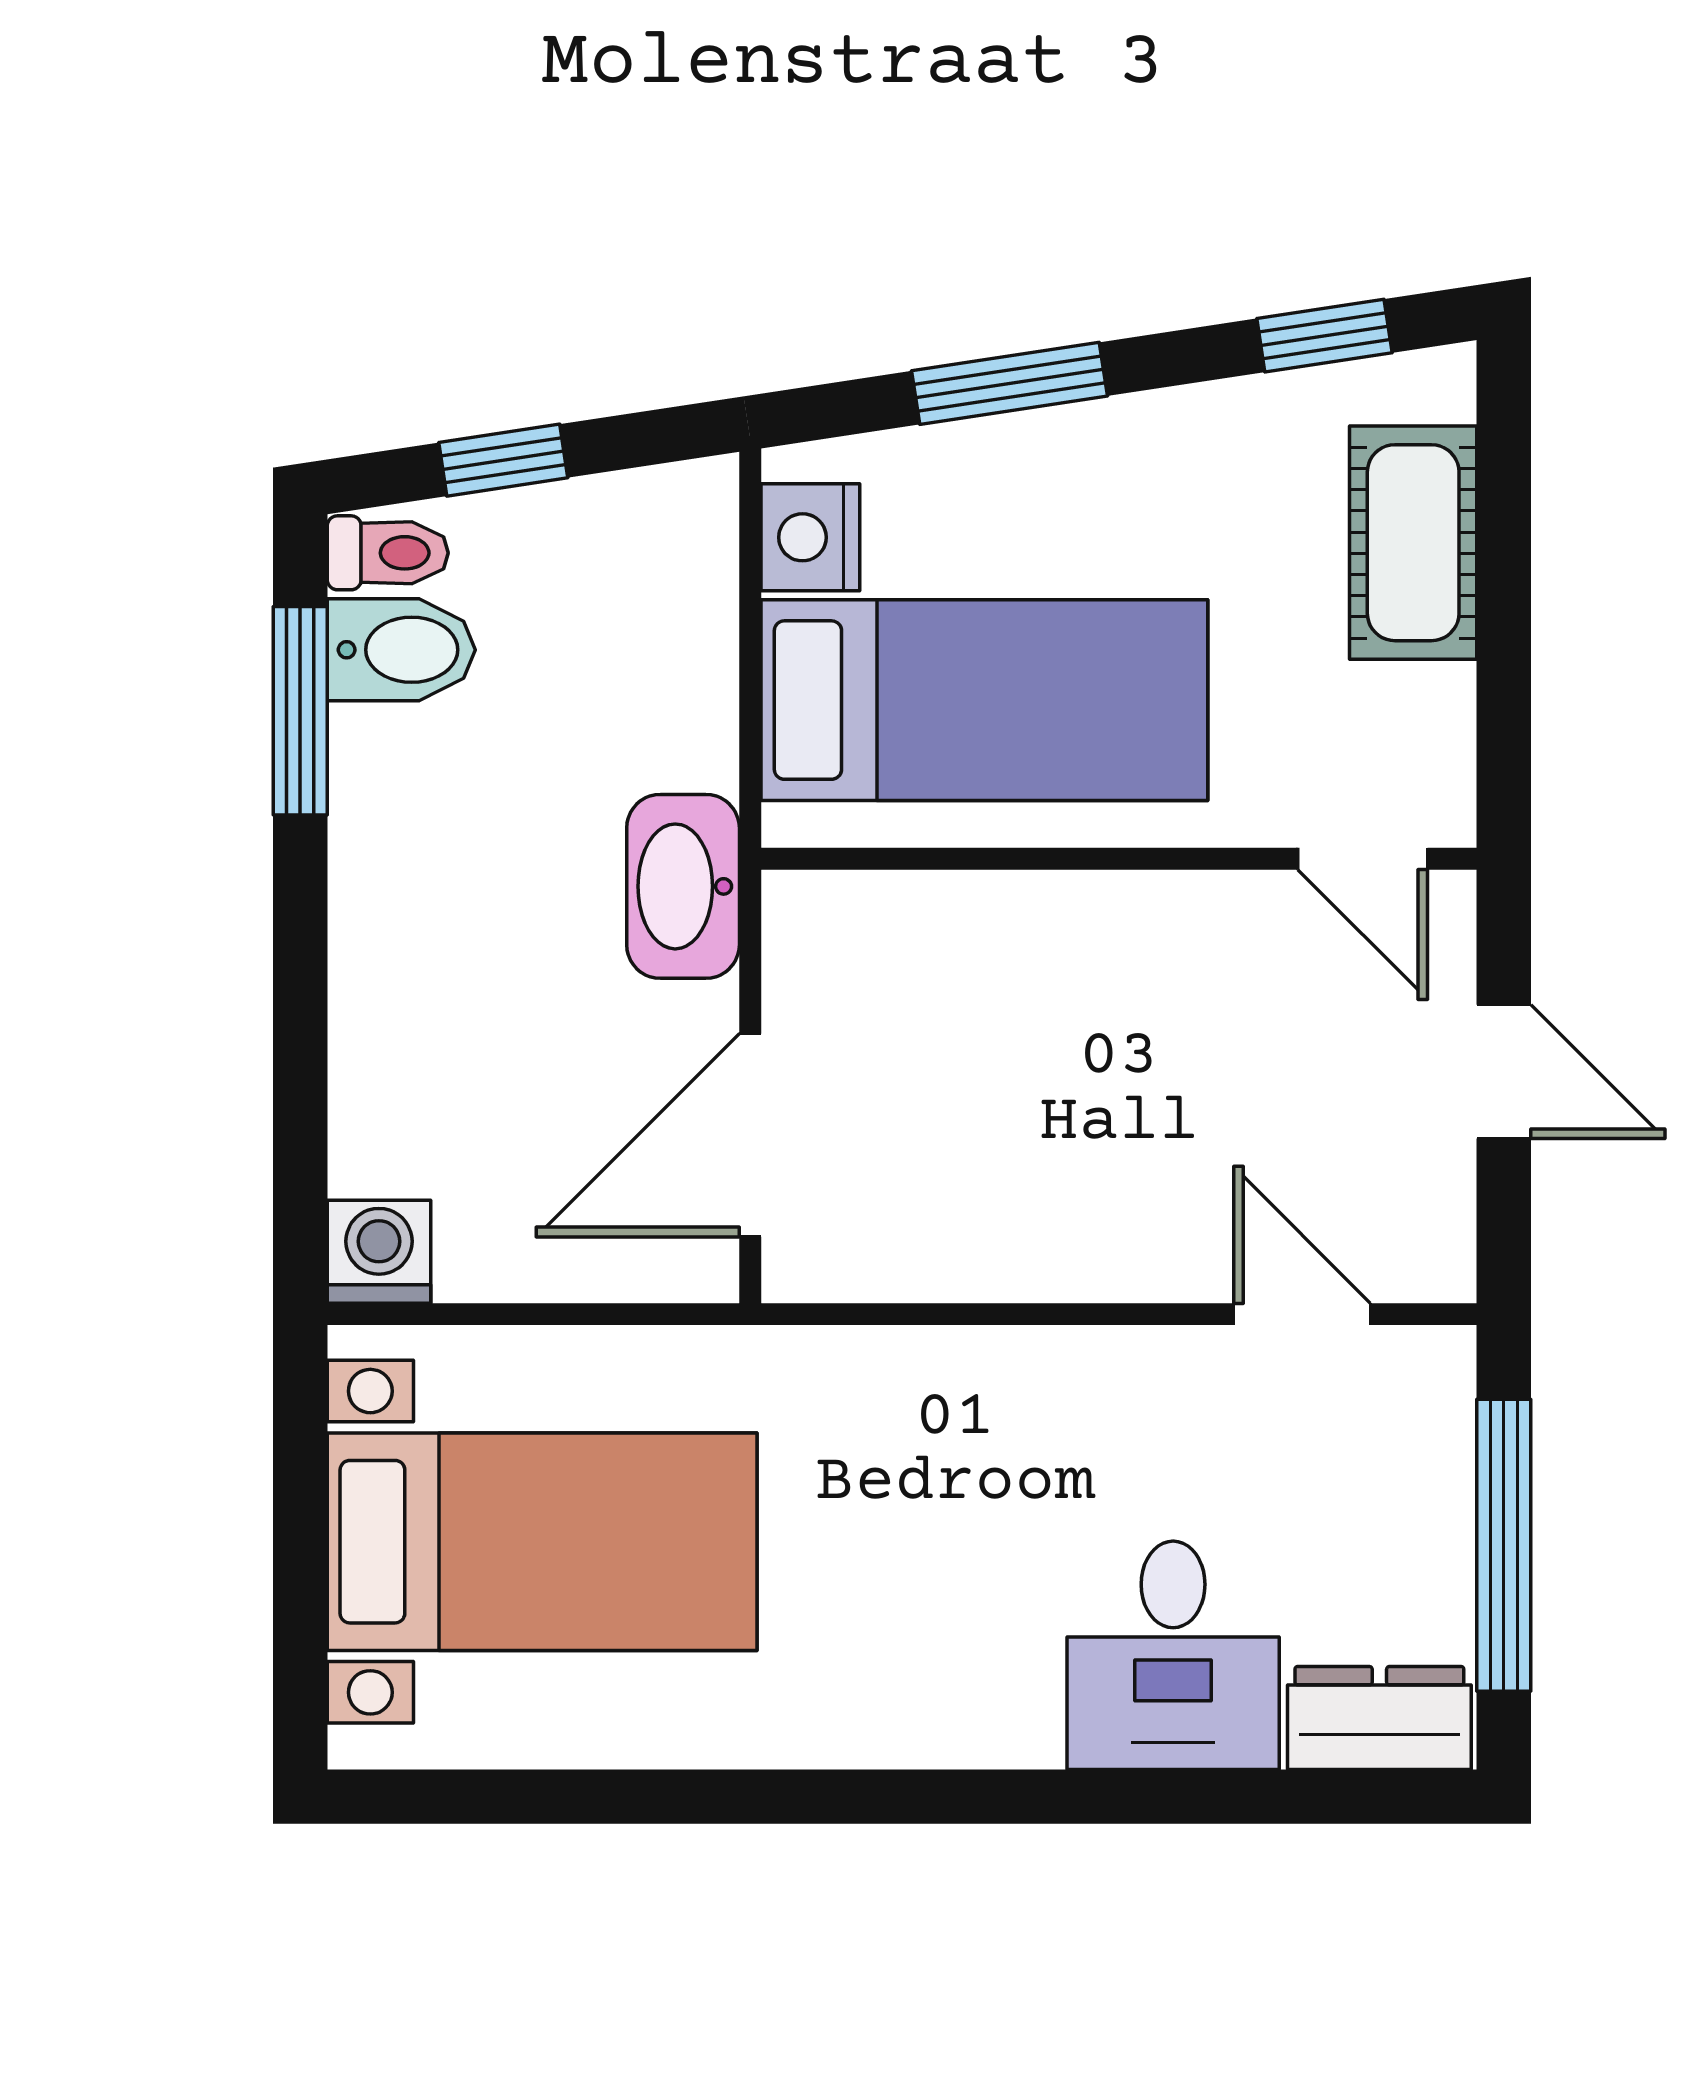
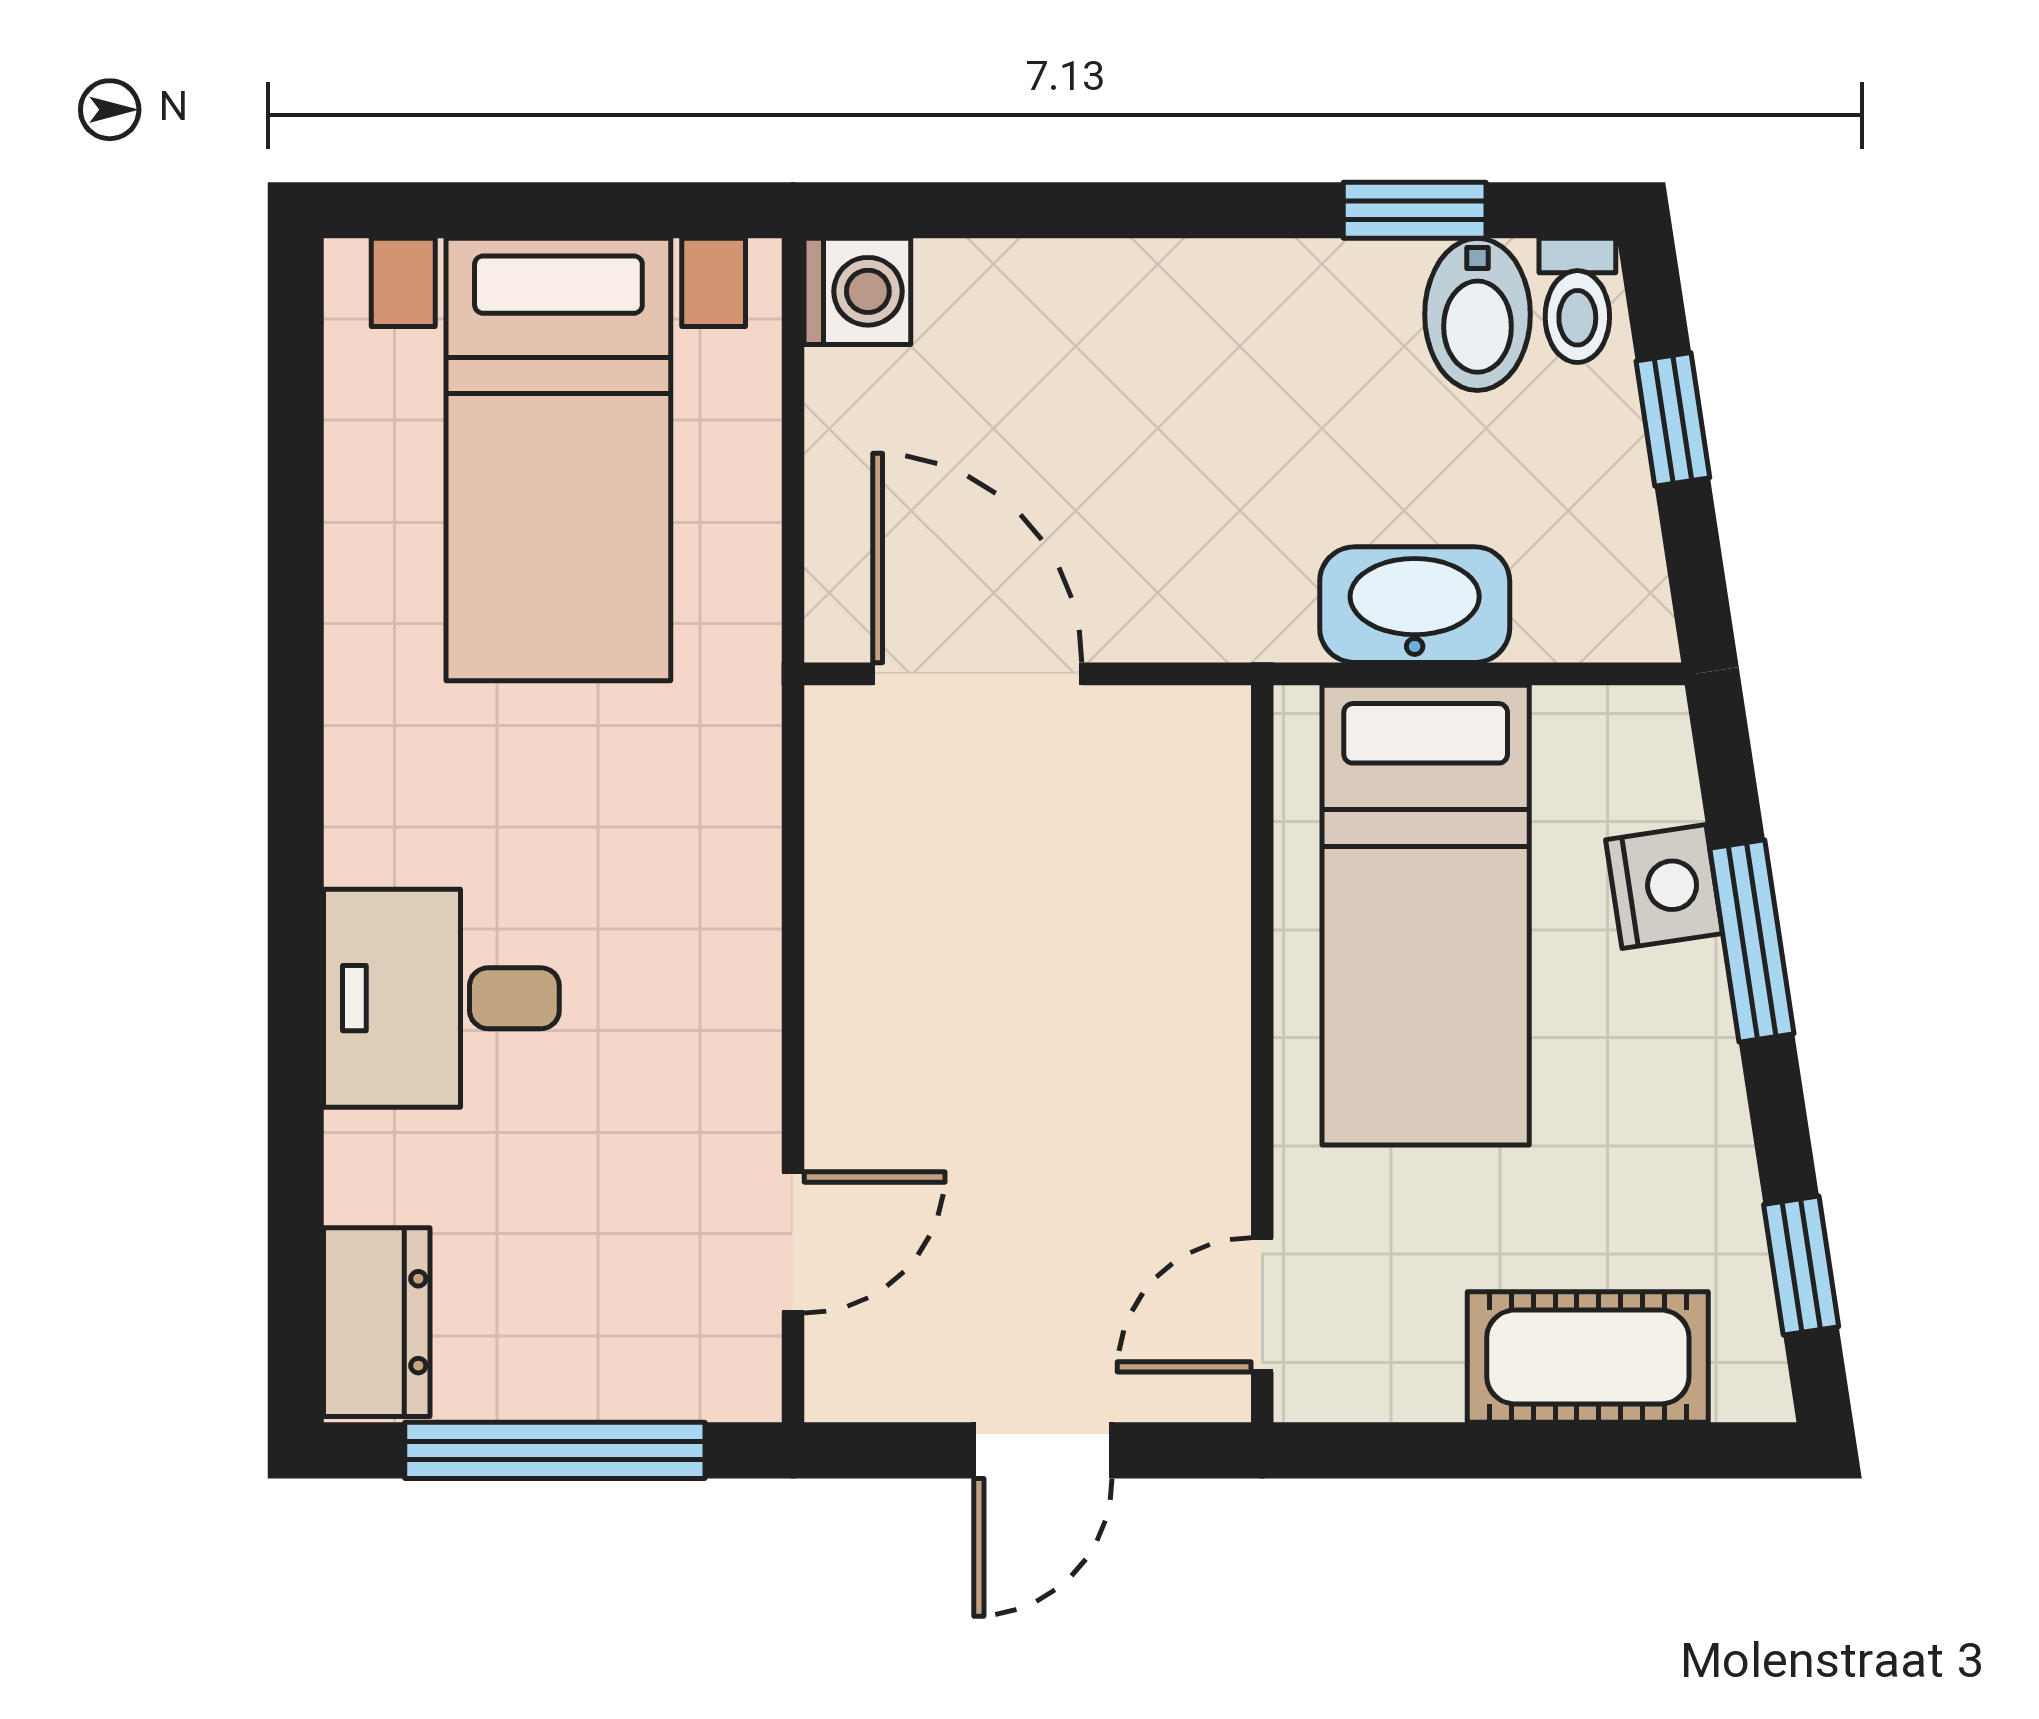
nightstand: (810, 537) -> (1664, 887), moved, turned 81
window: (300, 711) -> (1415, 210), width x0.67
washbasin: (683, 886) -> (1415, 605), moved
desk: (1173, 1655) -> (441, 998), moved

